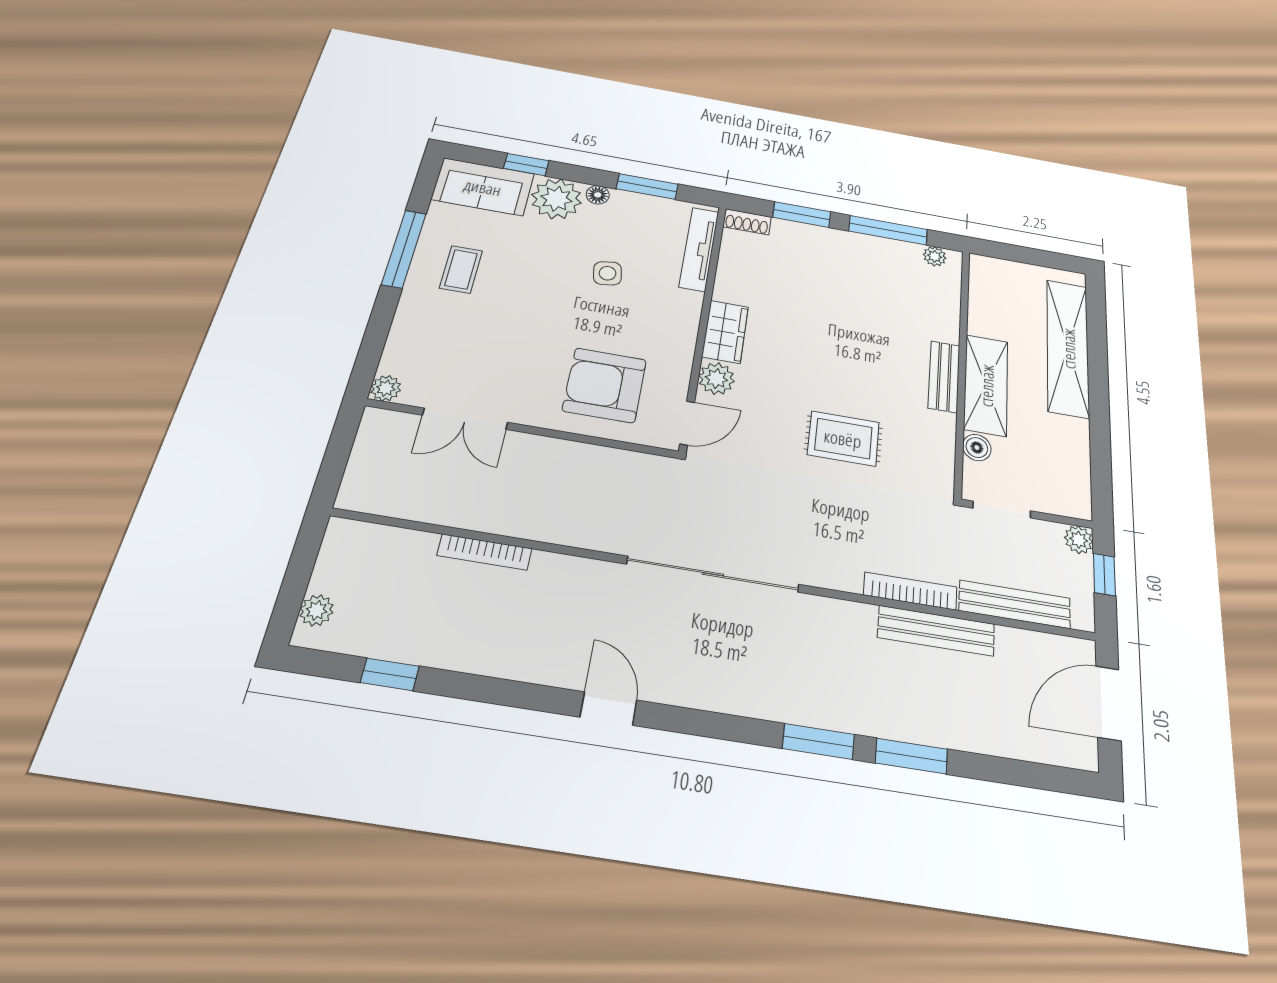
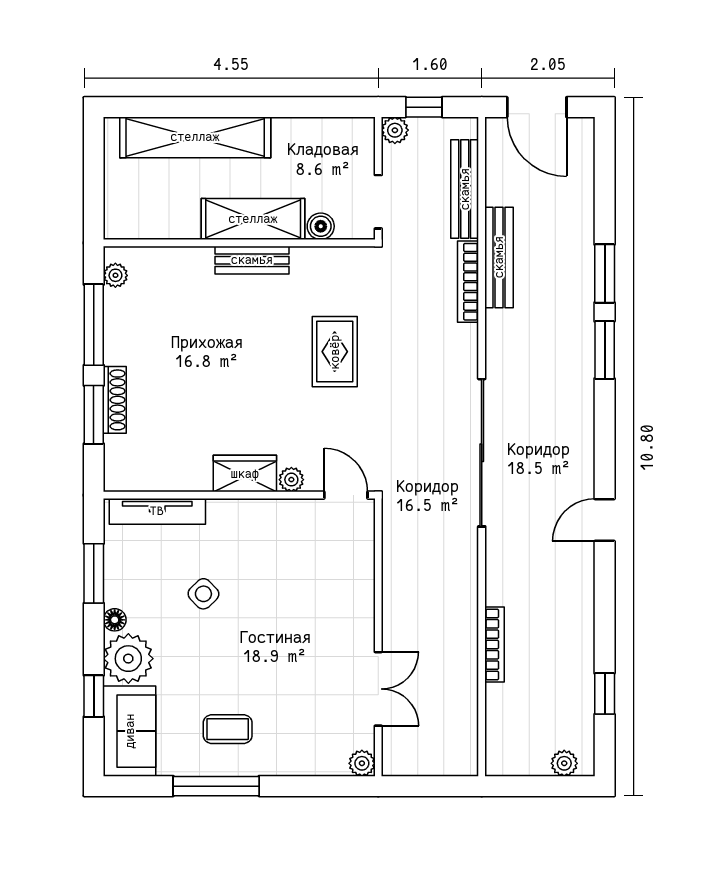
shoe rack: (747, 222) -> (115, 400), moved, width x1.43
side table: (608, 273) -> (203, 594), turned -35
plant: (716, 379) -> (291, 480), width x0.73, depth x0.73
armchair: (605, 385) -> (322, 575), removed

